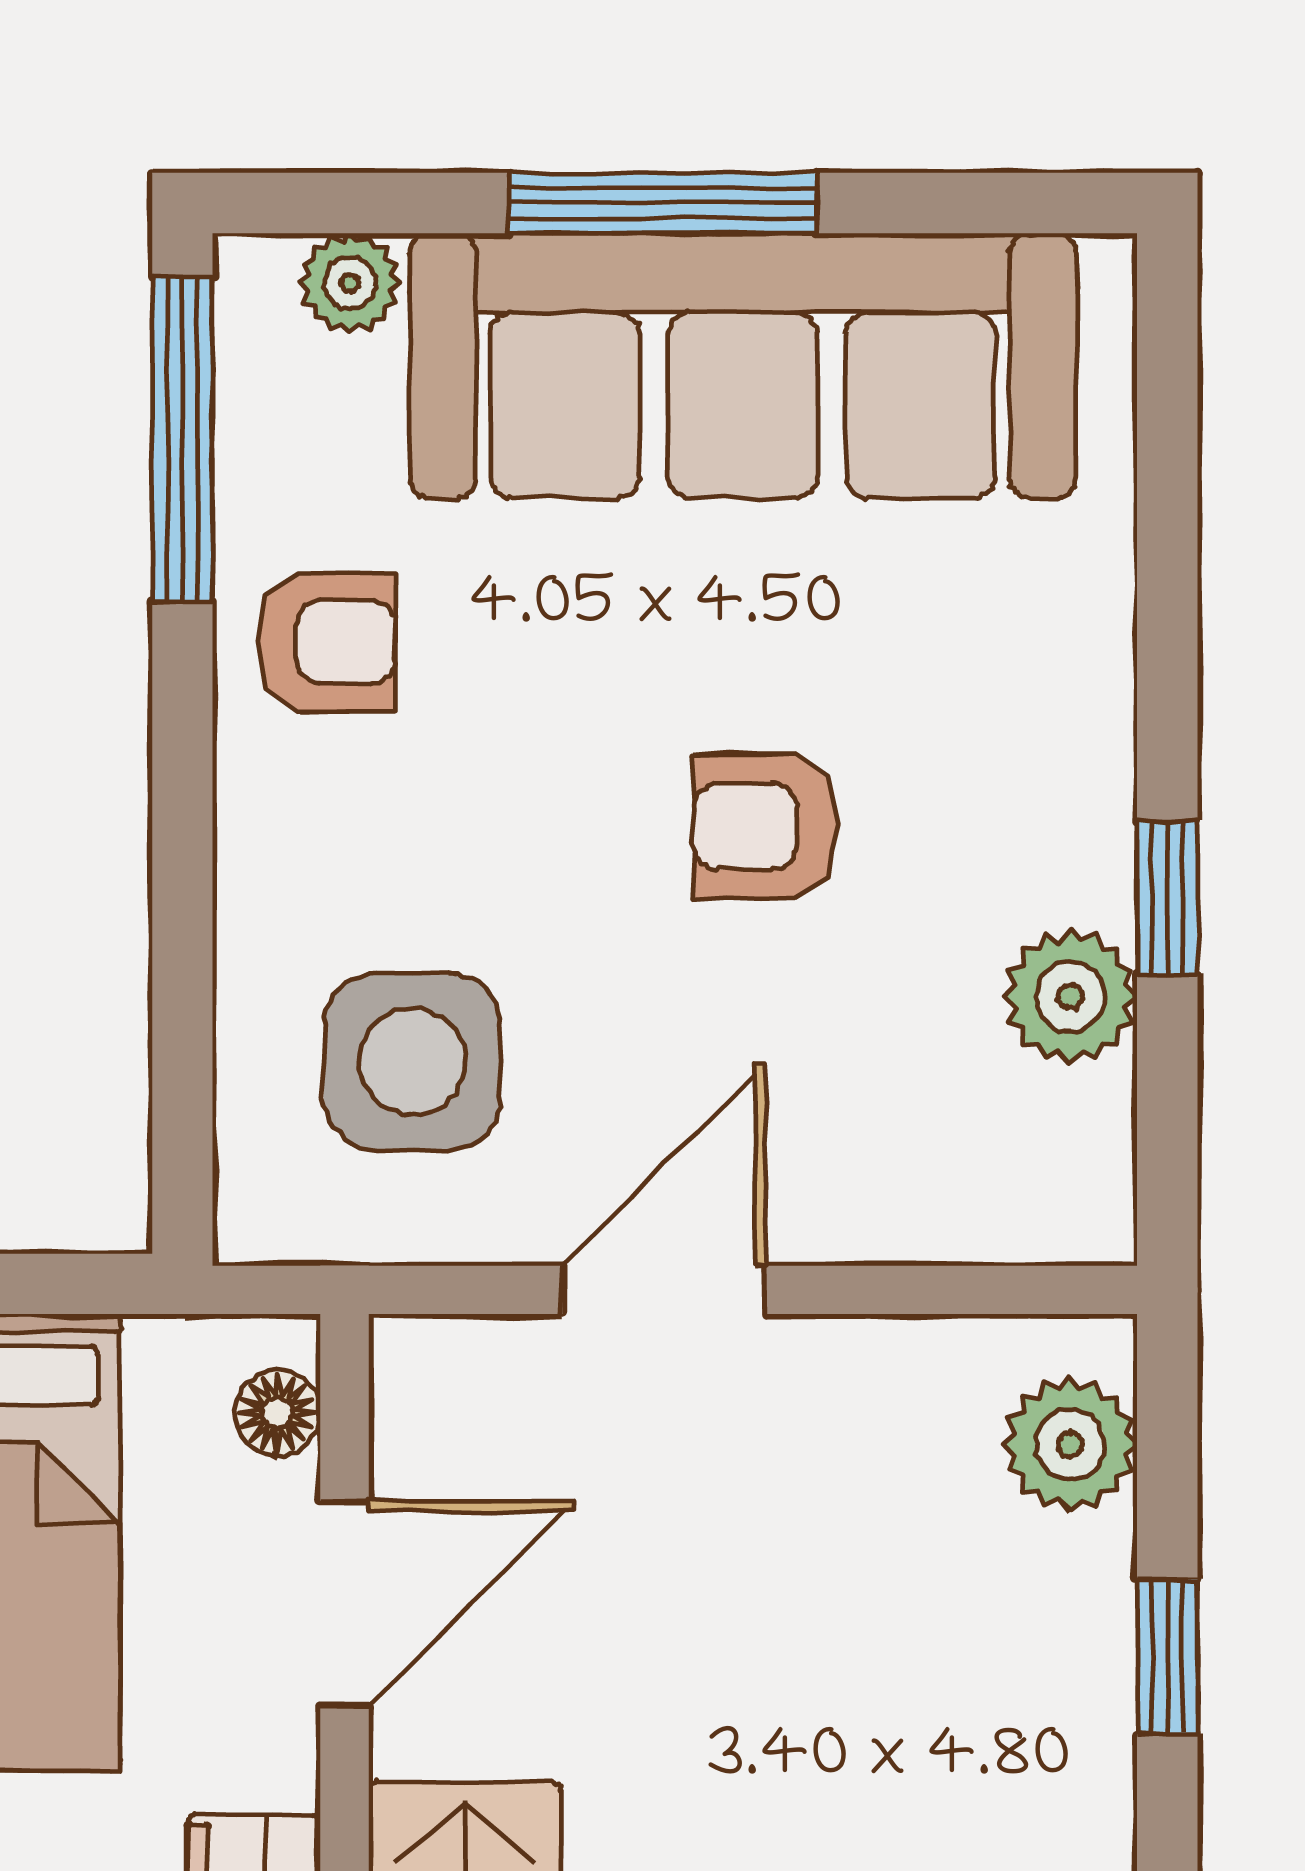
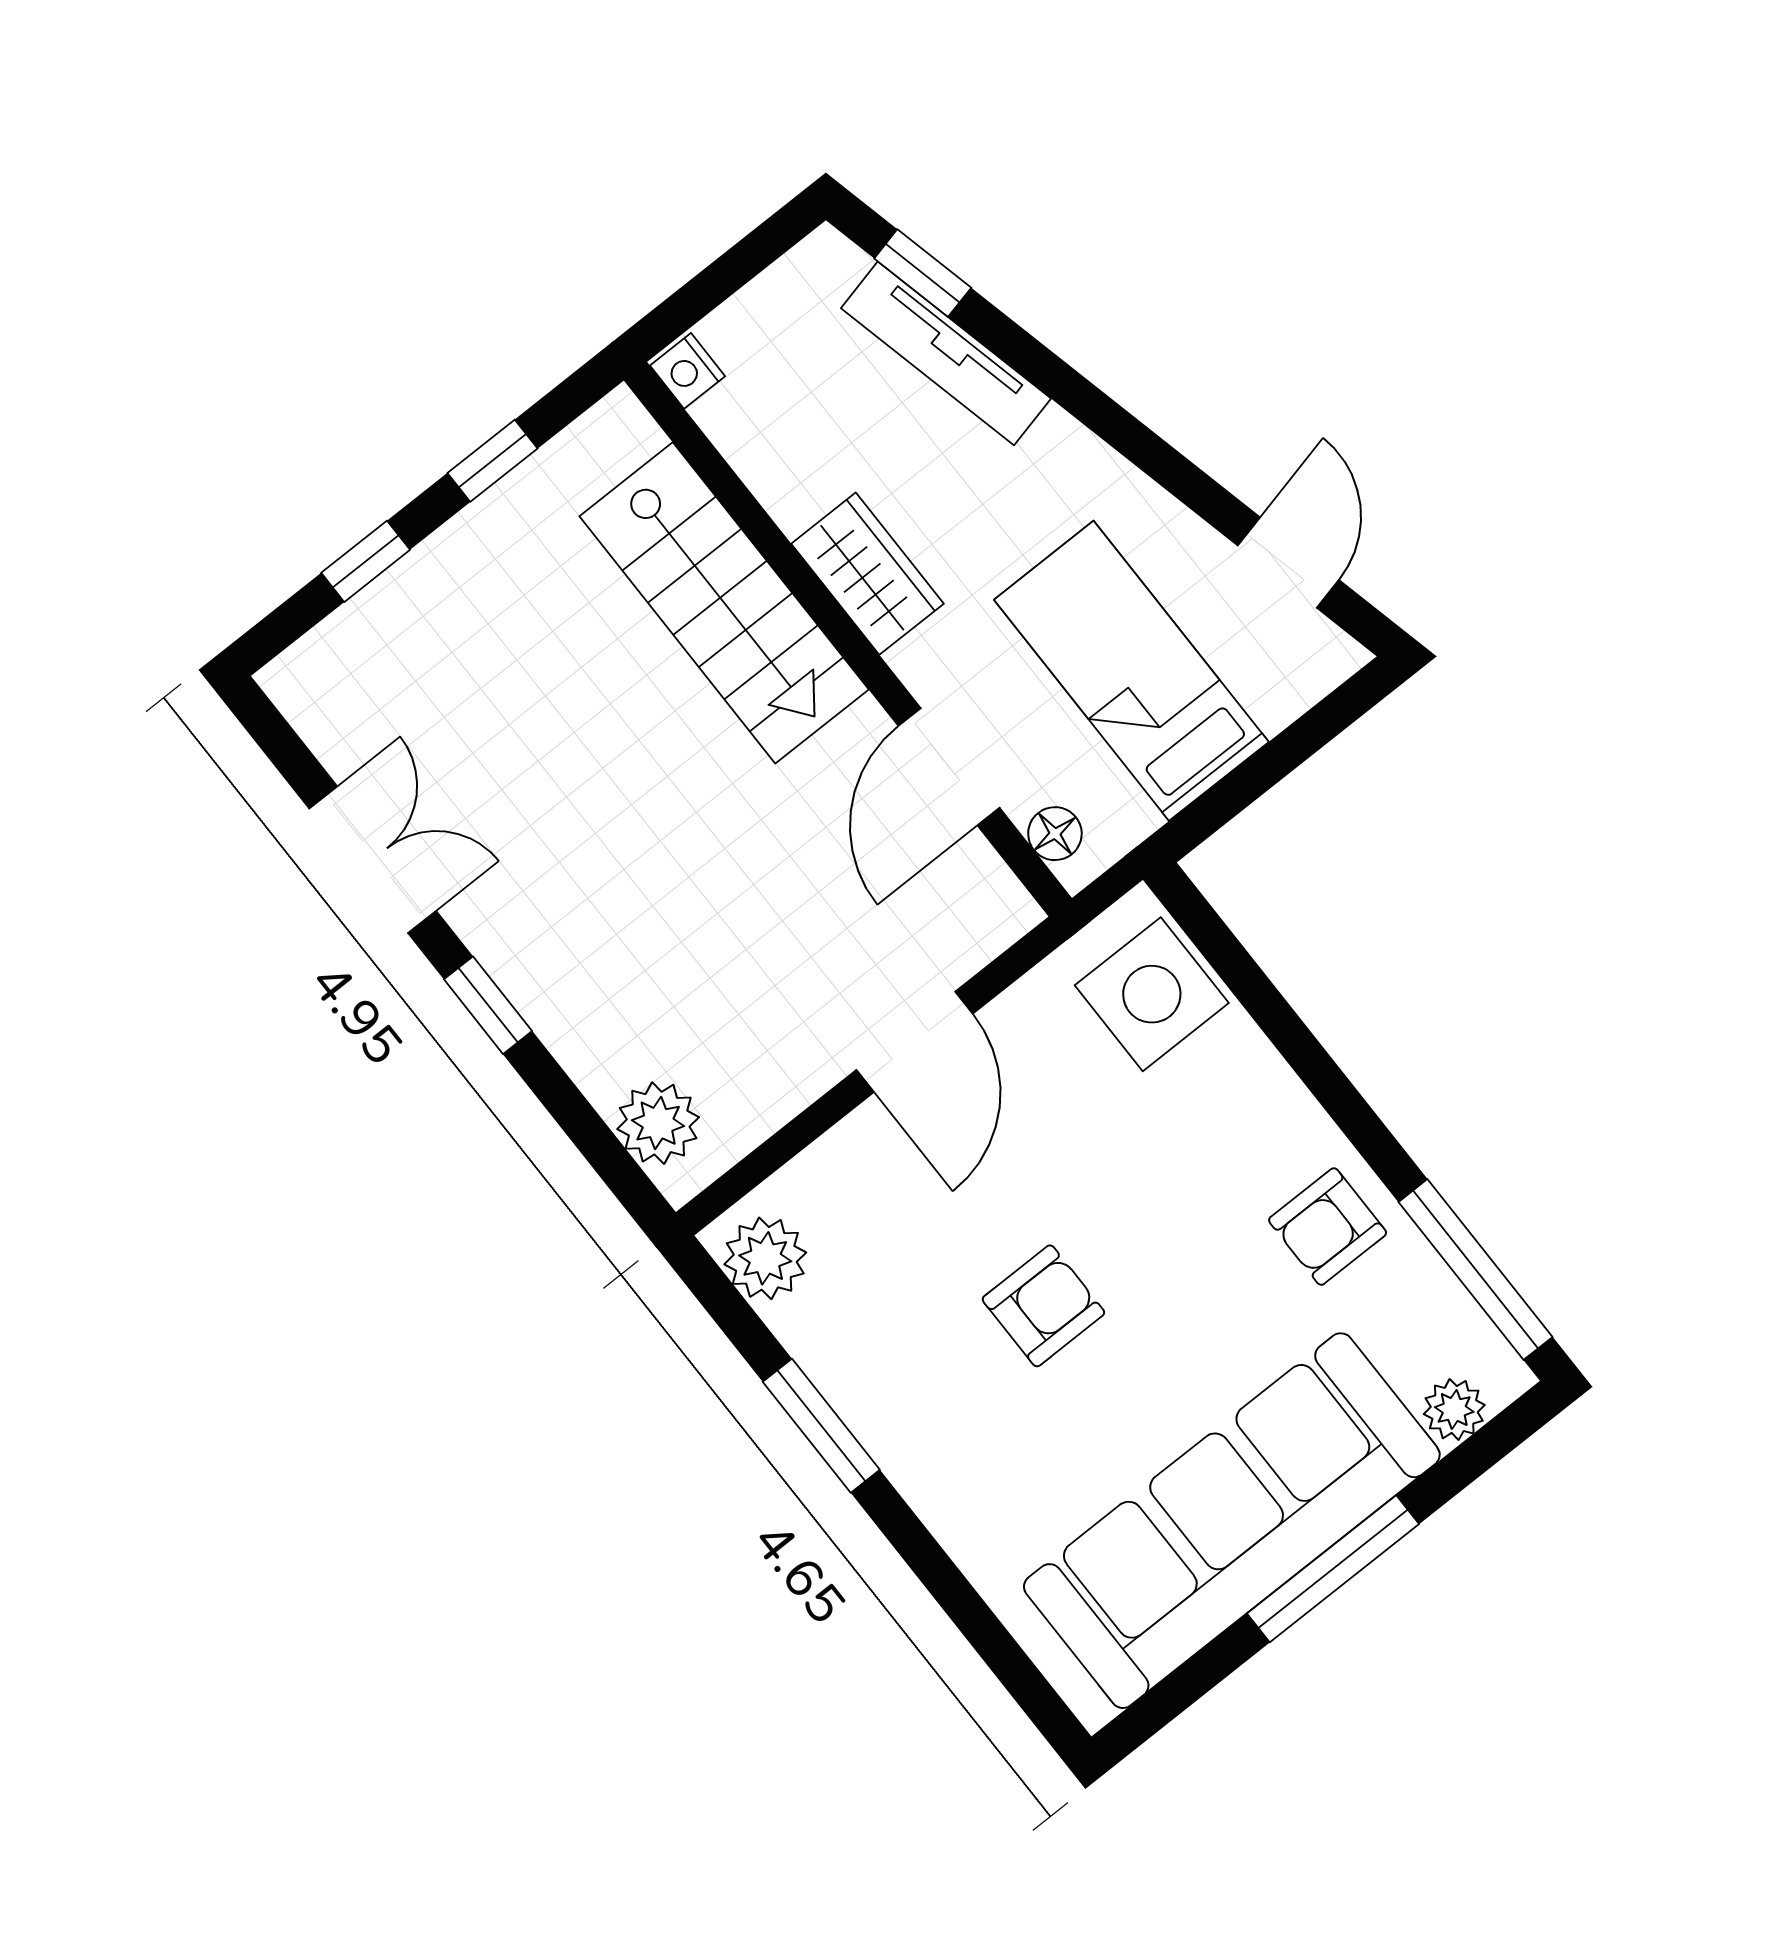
window: (1167, 898) -> (821, 1426), width x1.50
plant: (1070, 996) -> (765, 1258), moved
side table: (412, 1061) -> (1152, 994), moved
window: (1167, 1656) -> (488, 1005), moved

